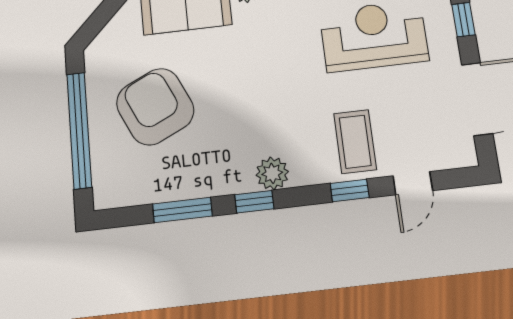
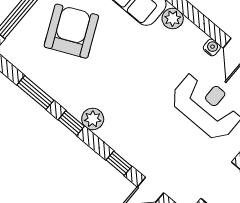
coffee table: (355, 142) -> (145, 144), removed

